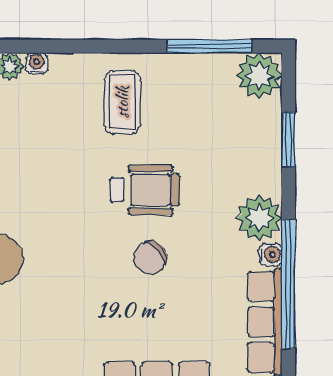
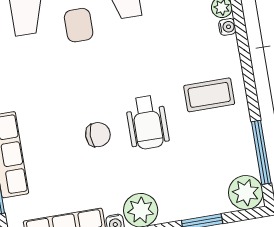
chair: (150, 258) -> (98, 135), turned 132

